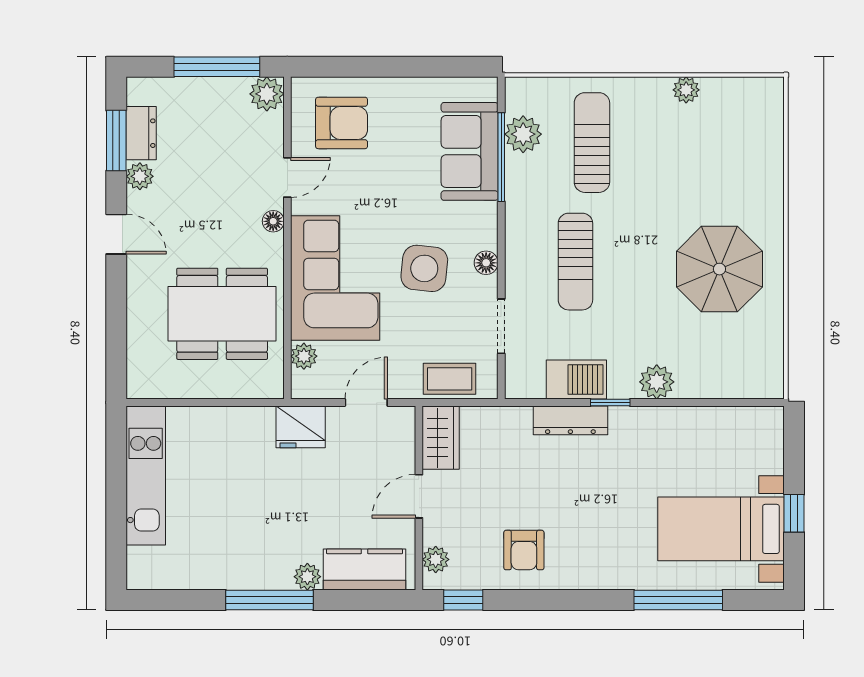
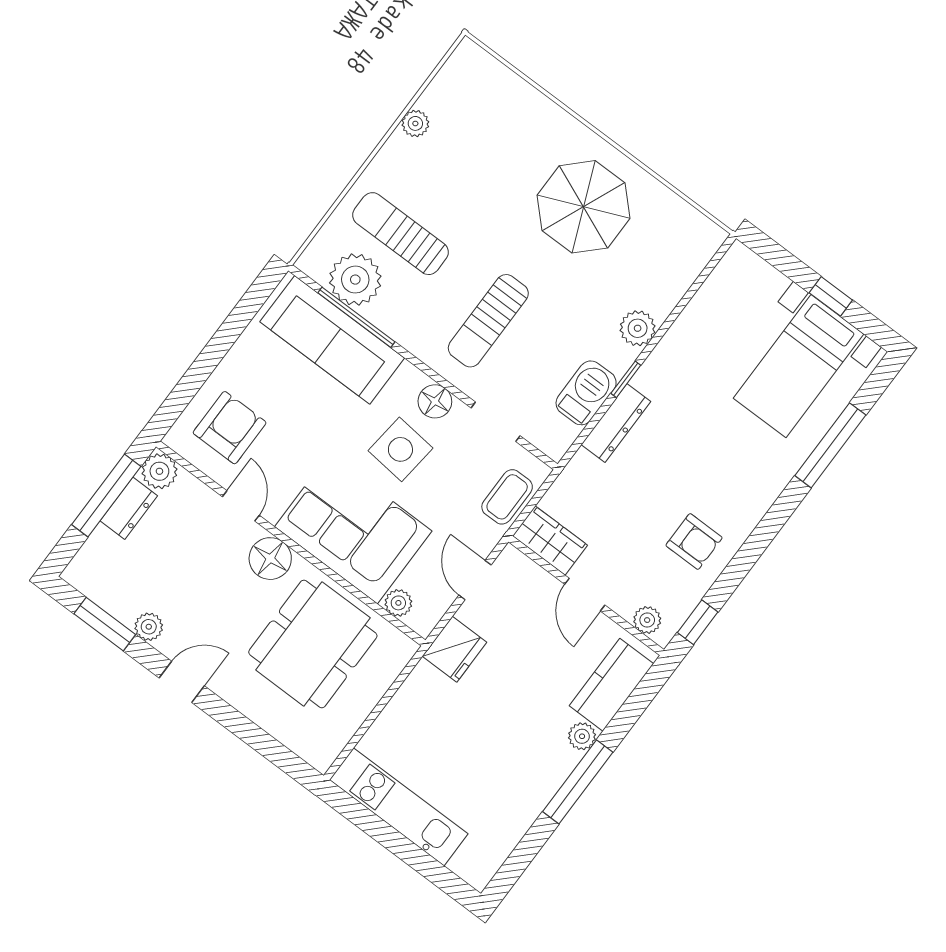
dresser: (141, 133) -> (129, 508), moved, turned 90
plant: (523, 134) -> (355, 280), width x1.36, depth x1.36
sofa: (470, 151) -> (332, 340), width x1.36
floor lamp: (273, 221) -> (270, 559), width x1.89, depth x1.89
sun lounger: (575, 262) -> (488, 321), turned 90
floor lamp: (486, 263) -> (435, 401), width x1.37, depth x1.37

